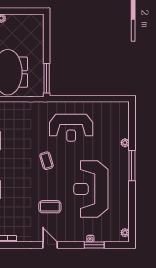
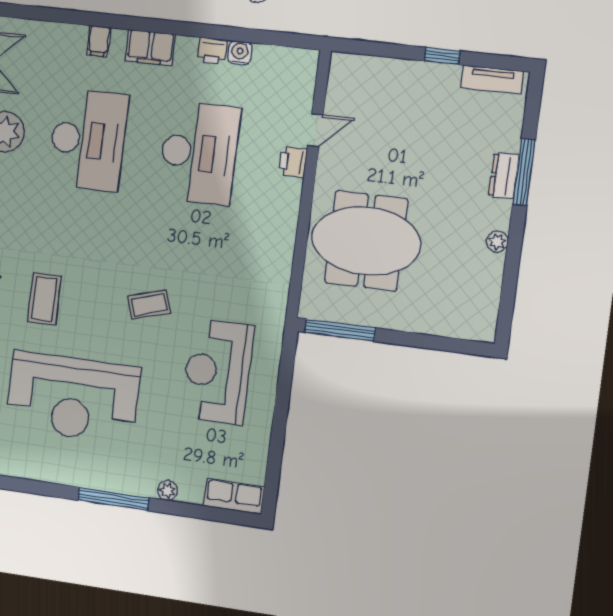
row of seats: (123, 114) -> (234, 496), added
reception desk: (91, 189) -> (73, 398), turned 180

